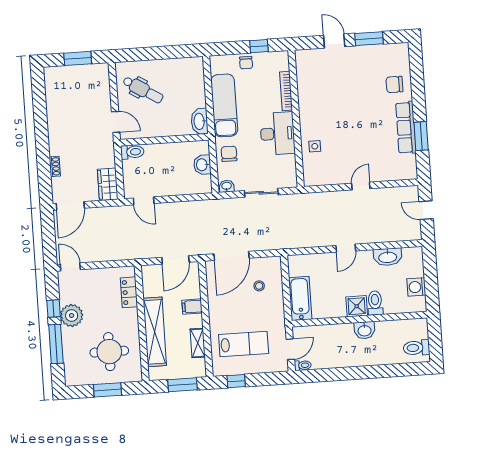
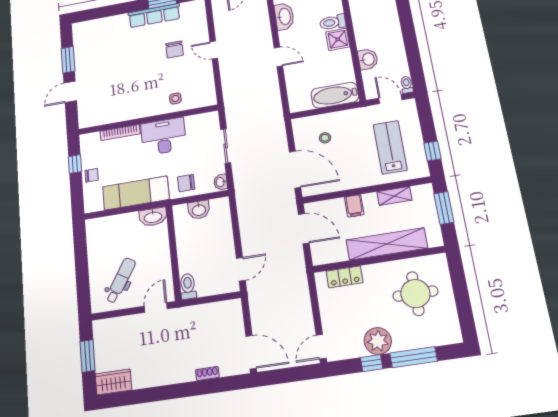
chair: (394, 84) -> (174, 49), moved
wardrobe: (108, 184) -> (113, 382), moved, turned 180
washbasin: (364, 330) -> (368, 59), moved
window: (108, 390) -> (461, 292), removed

